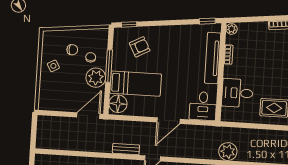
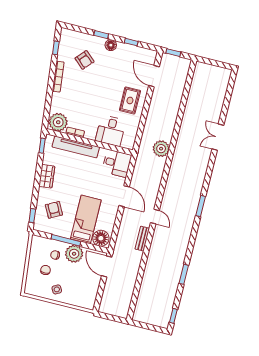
plant: (232, 29) -> (58, 122), width x1.88, depth x1.88
wardrobe: (175, 32) -> (47, 176), added

